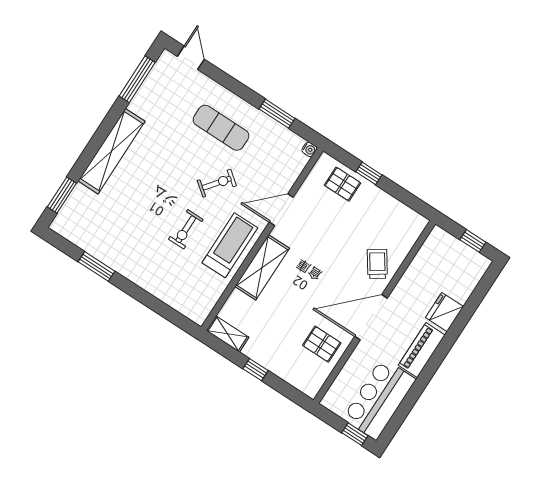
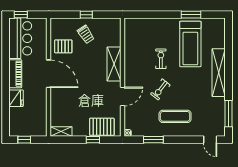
pallet: (342, 184) -> (102, 127), width x1.50, depth x1.42
window: (62, 195) -> (229, 37), removed
treadmill: (230, 245) -> (190, 44), moved, width x1.37, depth x1.38
trolley: (377, 264) -> (86, 34), moved
door: (371, 317) -> (49, 74), hinge flipped
shelving: (228, 334) -> (61, 132), moved

